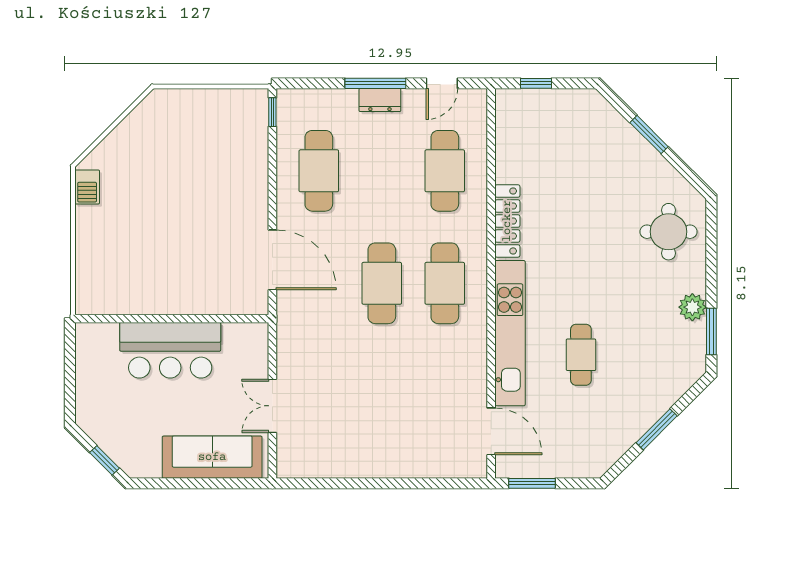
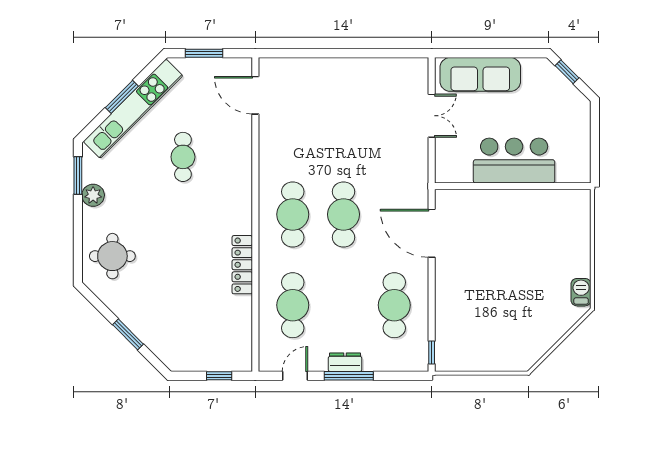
kitchen unit: (510, 333) -> (133, 109), moved, turned -135
window: (532, 483) -> (204, 53), moved

